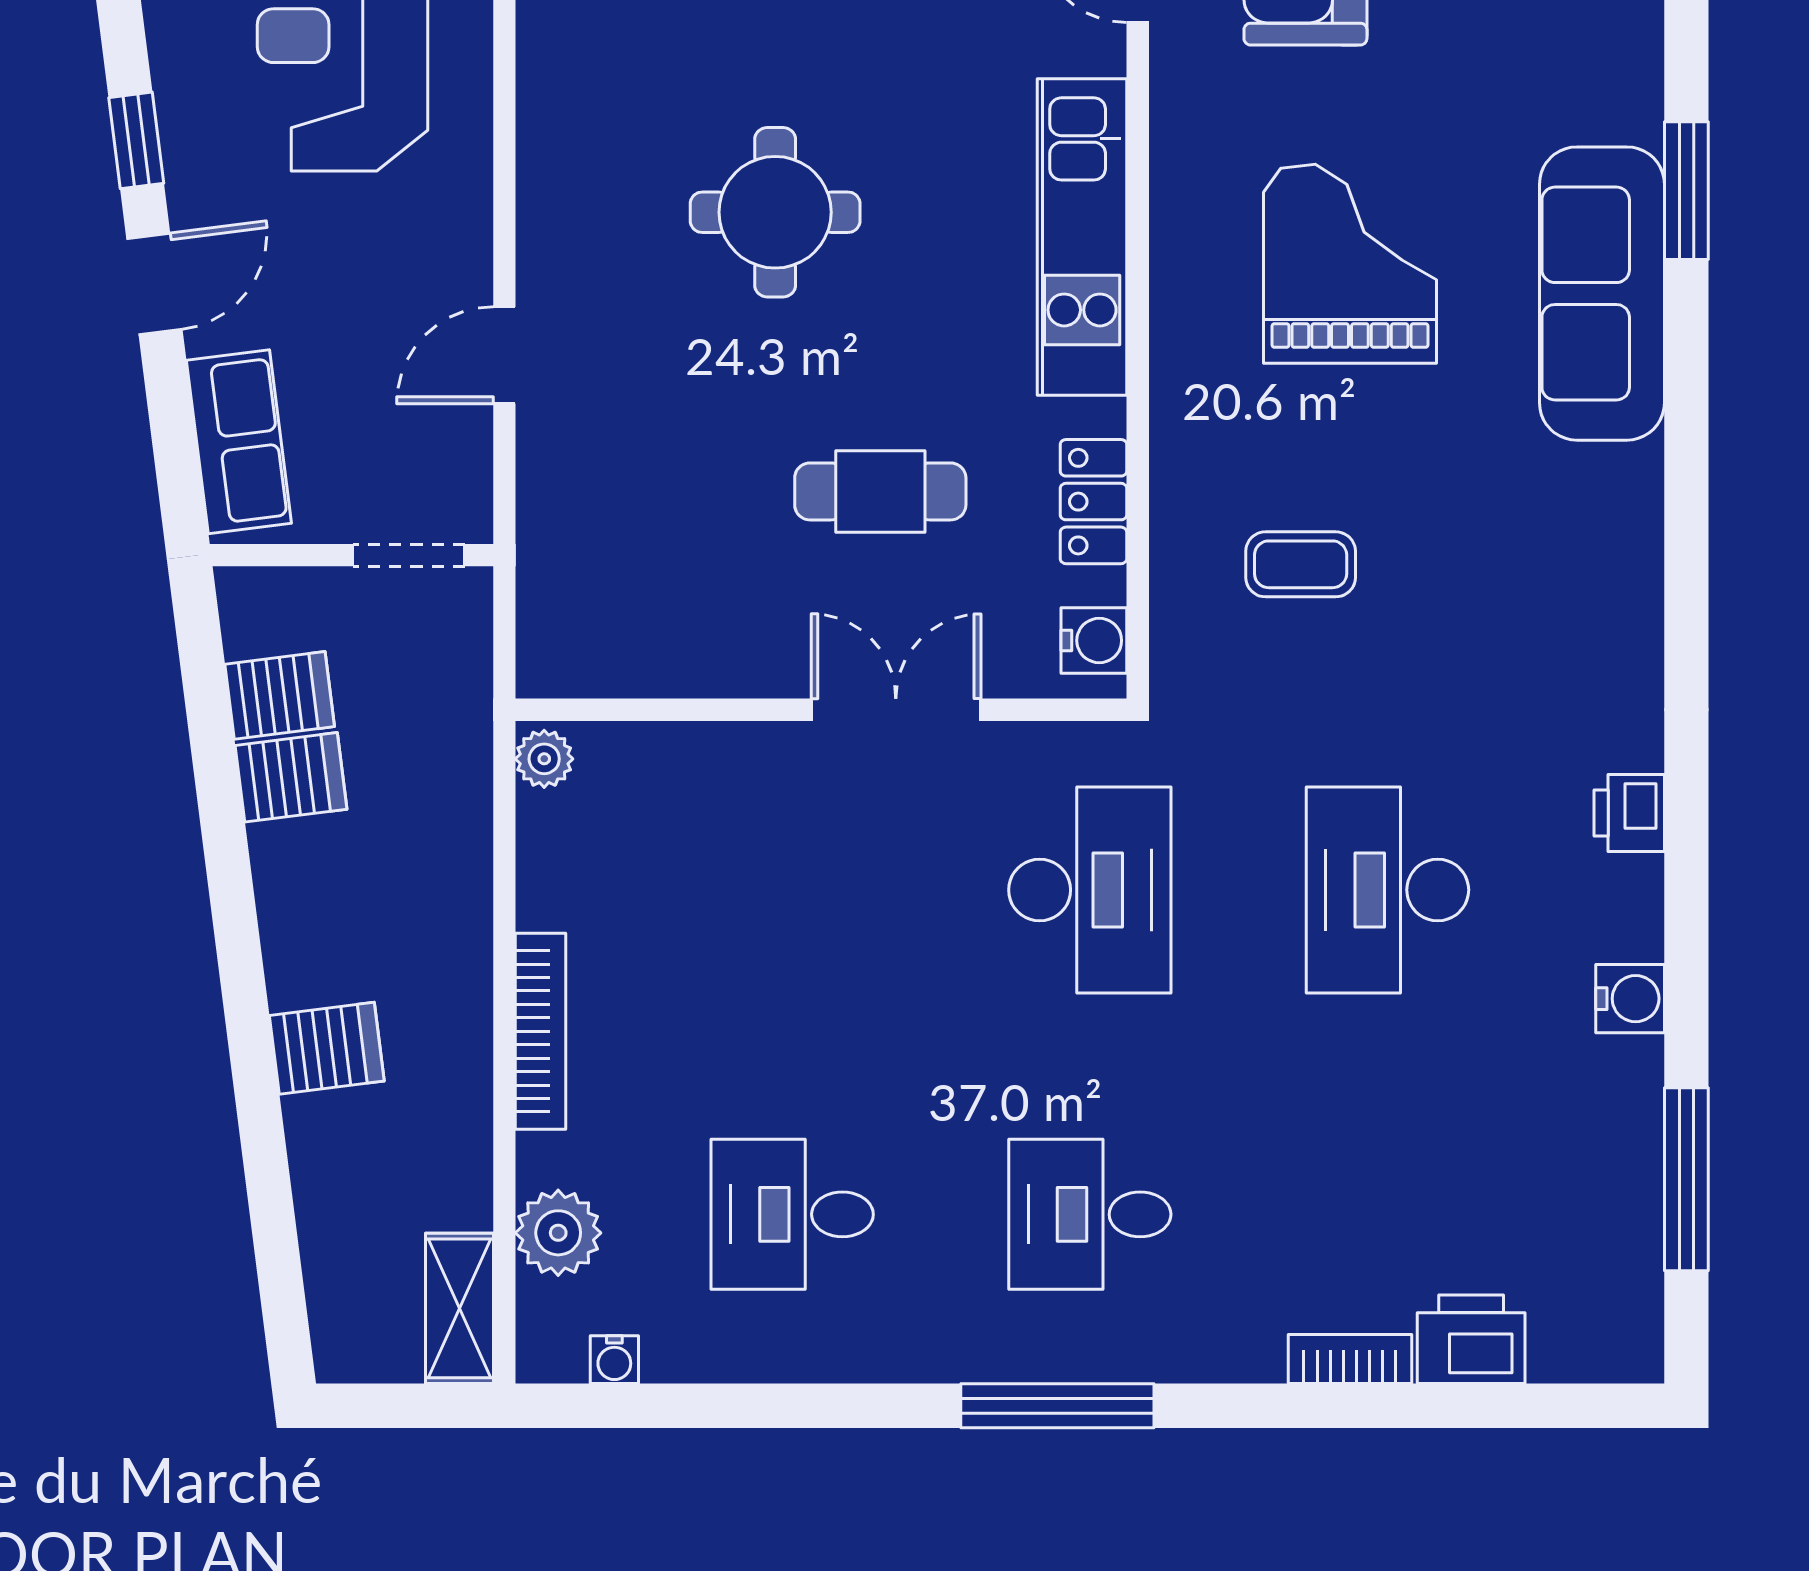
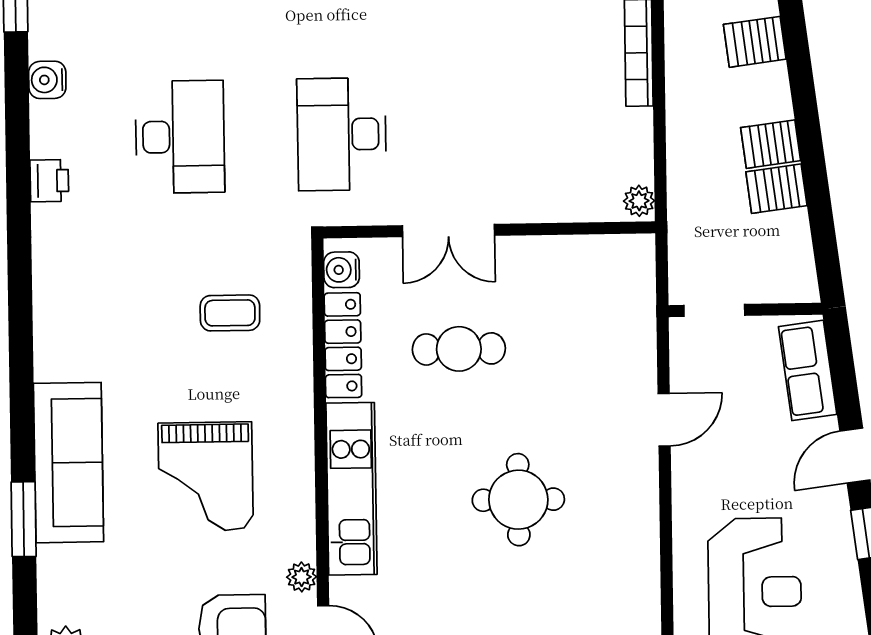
plant: (1176, 76) -> (302, 577), added
locker: (1093, 502) -> (343, 345), width x1.53
server rack: (280, 695) -> (771, 144), moved

